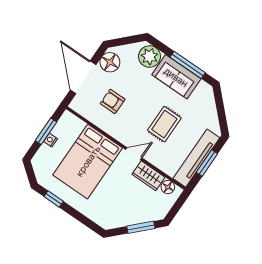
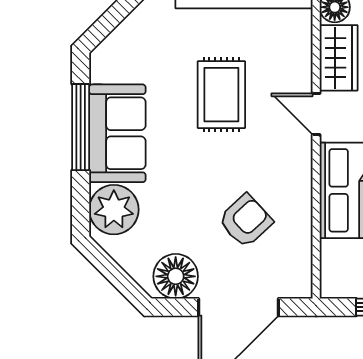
armchair: (113, 101) -> (246, 221), turned -133
rug: (164, 124) -> (221, 95), turned 90

